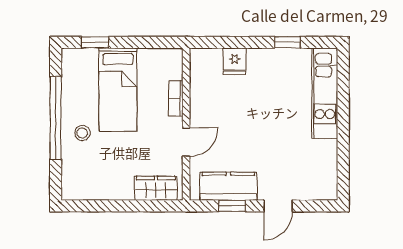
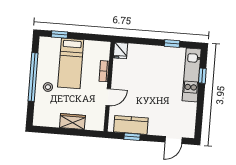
fridge: (235, 61) -> (120, 51), moved
window: (343, 93) -> (202, 76), added
wardrobe: (156, 188) -> (72, 122), moved
door: (278, 206) -> (174, 140), moved

